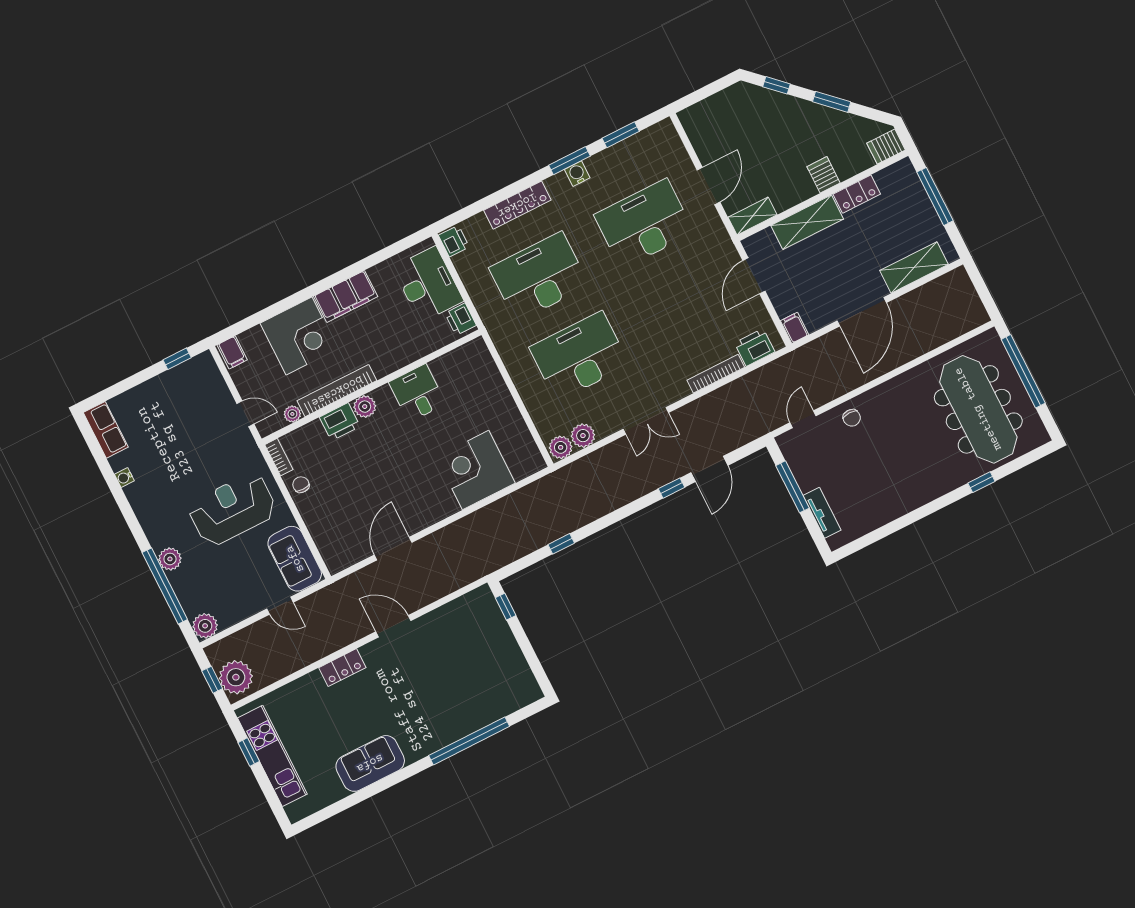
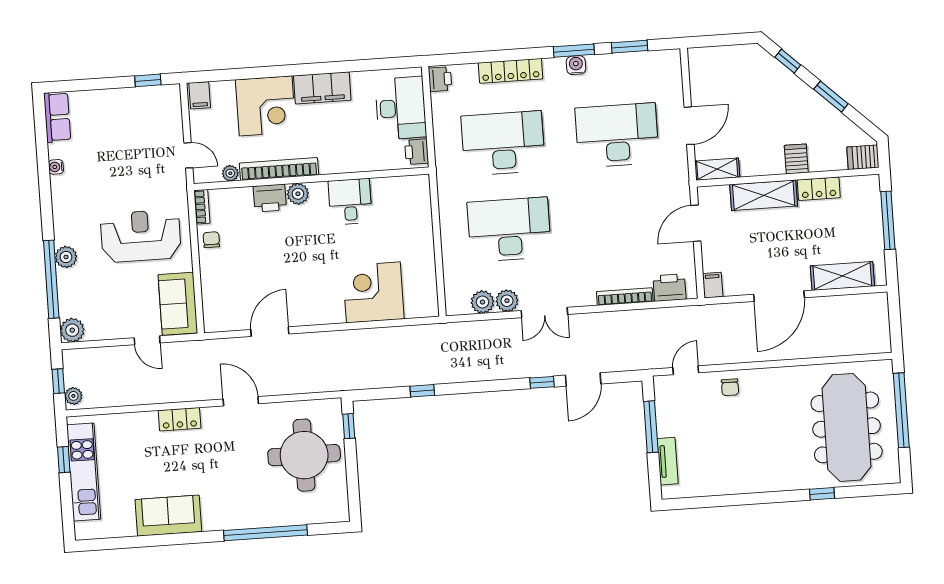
plant: (561, 447) -> (507, 301), moved
round table: (475, 652) -> (304, 455), added
plant: (236, 677) -> (73, 396), width x0.53, depth x0.53

